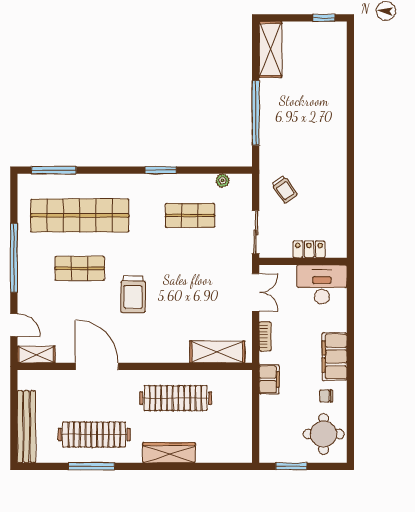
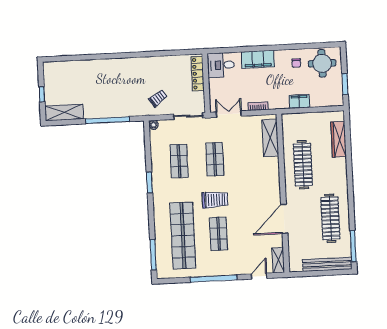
window: (324, 18) -> (42, 94), moved
plant: (223, 181) -> (154, 125), moved
locker: (309, 249) -> (198, 74), width x1.53
shop shelf: (190, 268) -> (215, 159), added
desk: (322, 284) -> (221, 65), width x0.73
trolley: (133, 294) -> (215, 200), moved
filing cabinet: (334, 357) -> (258, 59), moved
filing cabinet: (269, 379) -> (299, 101), moved
wardrobe: (169, 453) -> (339, 139), moved
window: (91, 466) -> (353, 246), moved

